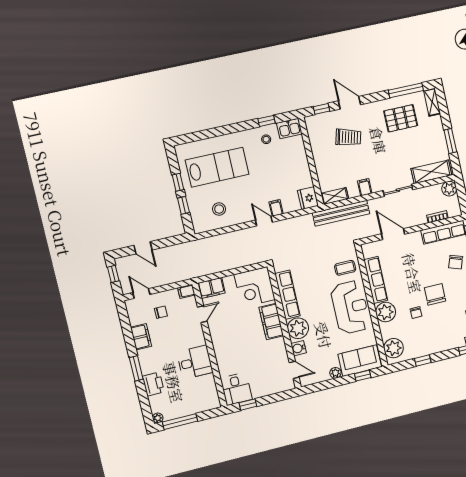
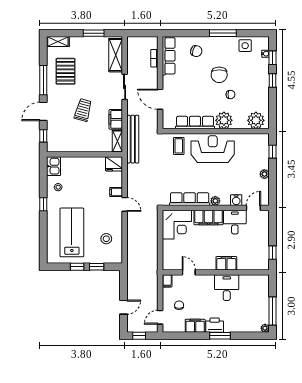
window: (406, 90) -> (43, 80), moved
window: (267, 121) -> (43, 204), moved
trolley: (348, 137) -> (83, 110), moved
filing cabinet: (365, 187) -> (116, 119), width x2.00
plant: (449, 189) -> (133, 43), removed
door: (264, 221) -> (125, 204), swing flipped
door: (393, 234) -> (160, 99), hinge flipped
filing cabinet: (211, 288) -> (226, 263), moved, turned -90
chair: (435, 294) -> (219, 75), turned -90
plant: (298, 328) -> (215, 201), width x0.53, depth x0.53
sofa: (360, 361) -> (259, 151), removed
window: (423, 361) -> (272, 80), moved
printer: (153, 384) -> (215, 325), moved
desk: (236, 389) -> (235, 222), moved, turned -90

